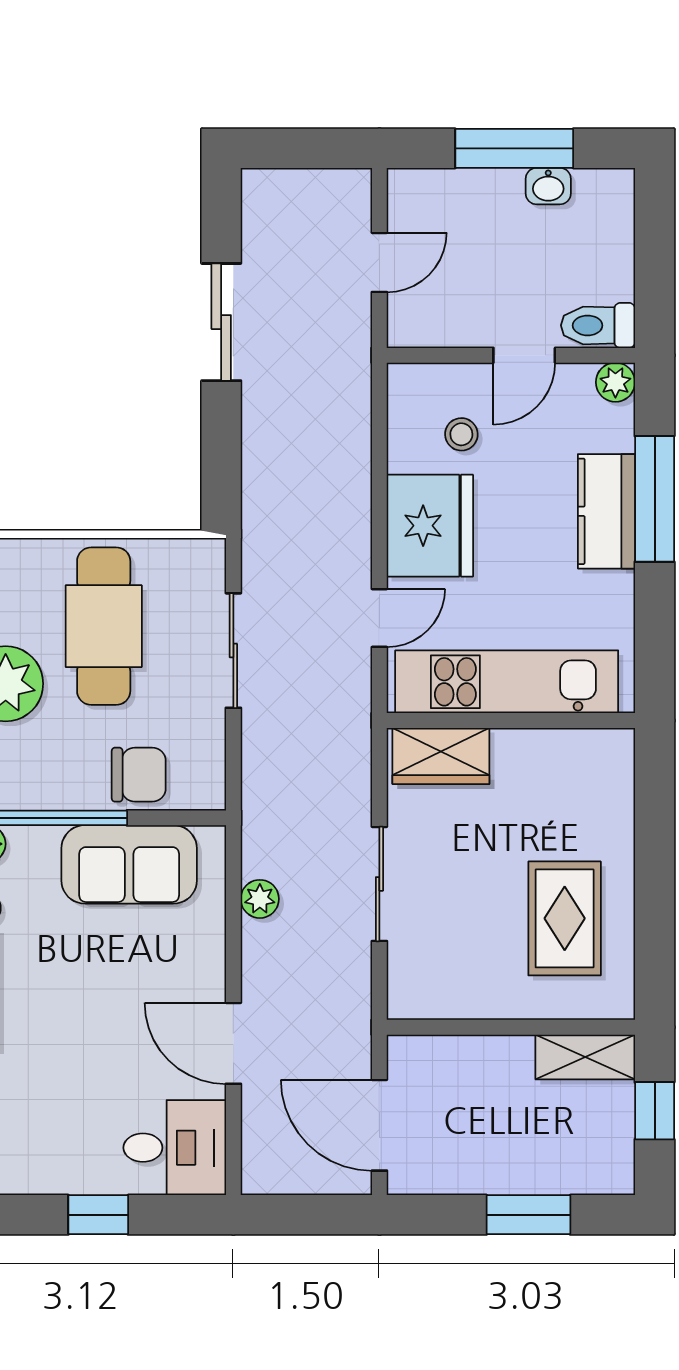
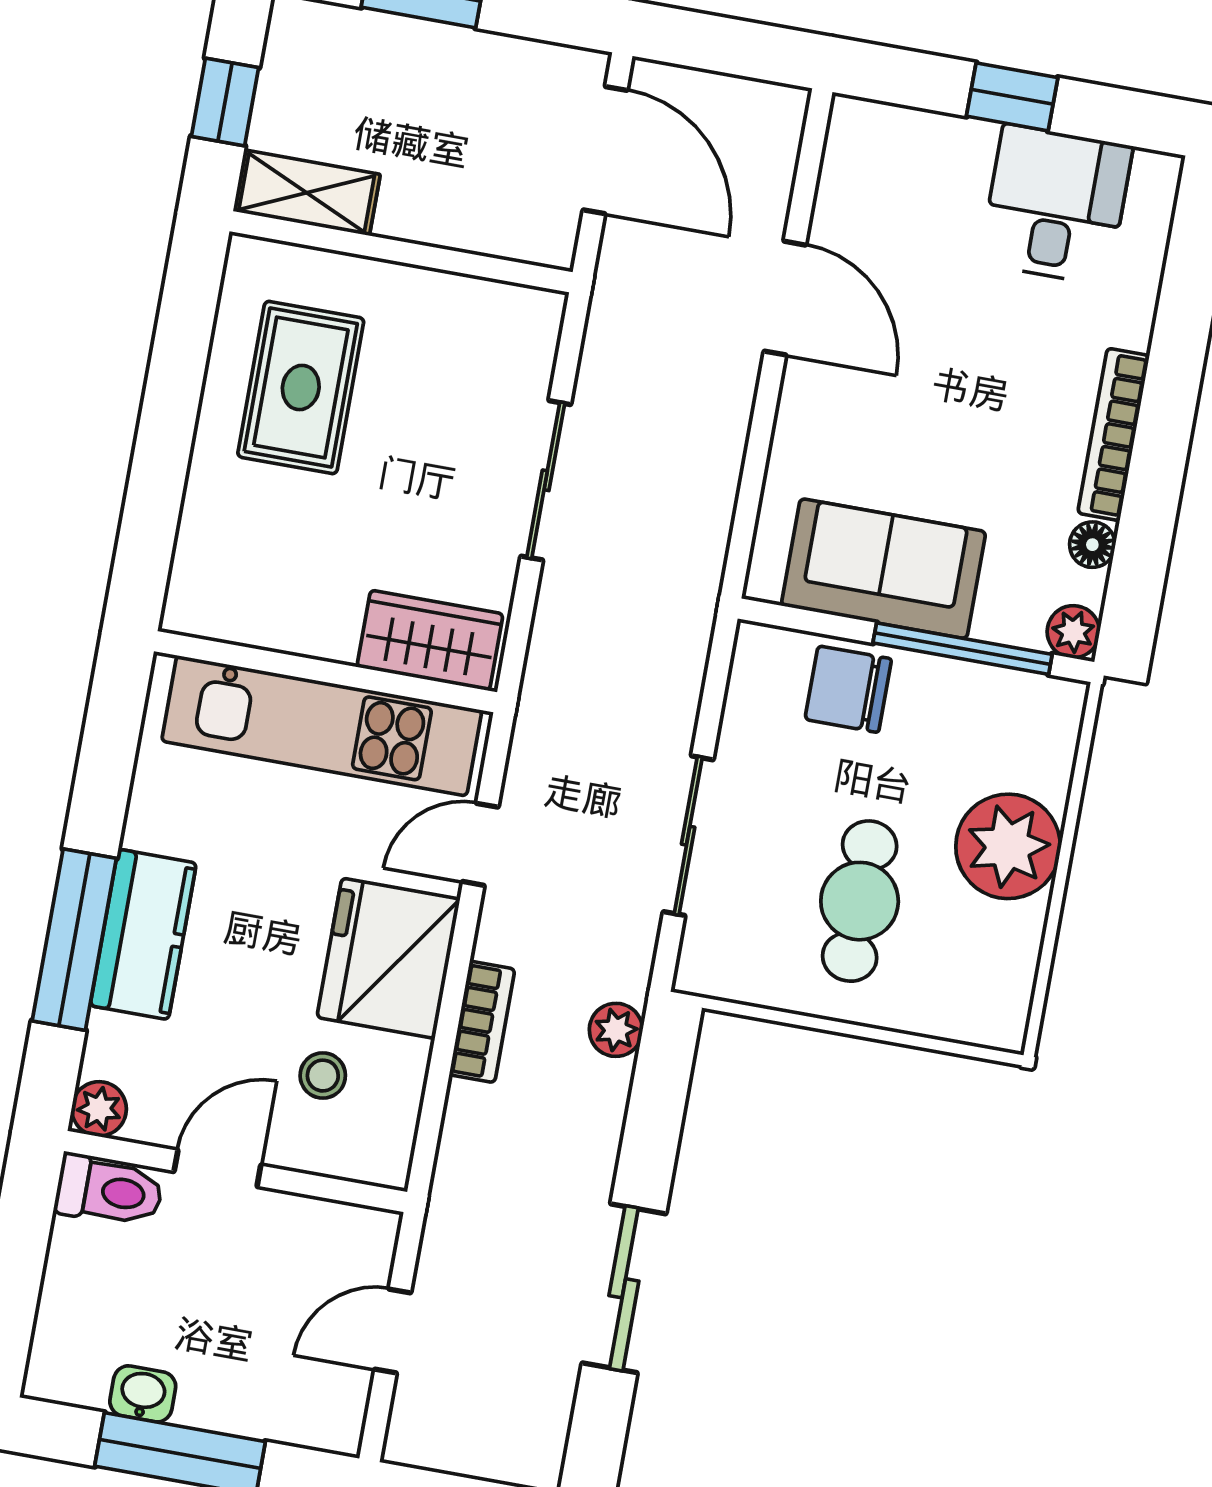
bookcase: (355, 493) -> (482, 1022), added
cafe table: (104, 626) -> (860, 901), width x0.73, depth x0.74
plant: (260, 899) -> (616, 1030), moved
desk: (175, 1148) -> (1056, 205), moved, turned 90

